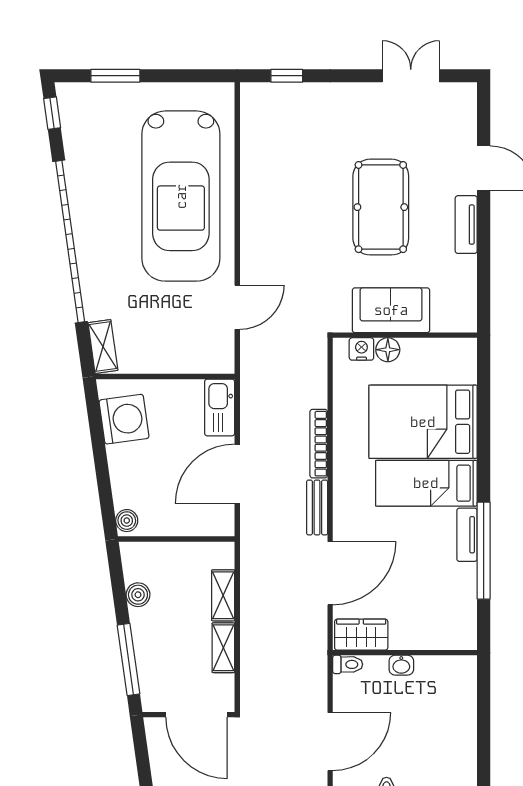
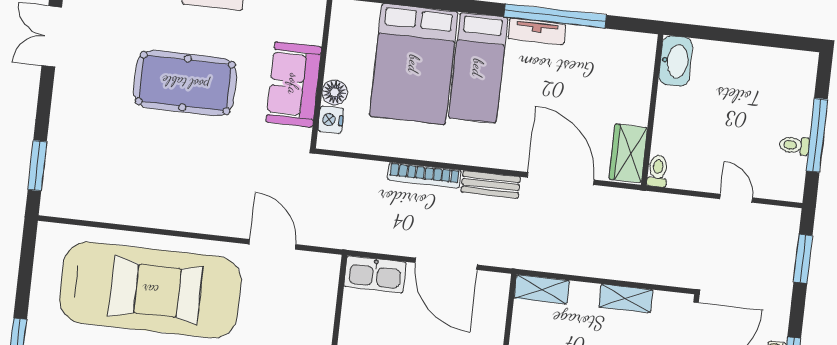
window: (287, 76) -> (37, 166), width x1.50
shelving: (223, 595) -> (542, 289), moved
washbasin: (401, 665) -> (676, 61), moved, width x1.91, depth x1.45
door: (330, 742) -> (736, 198), width x0.53

